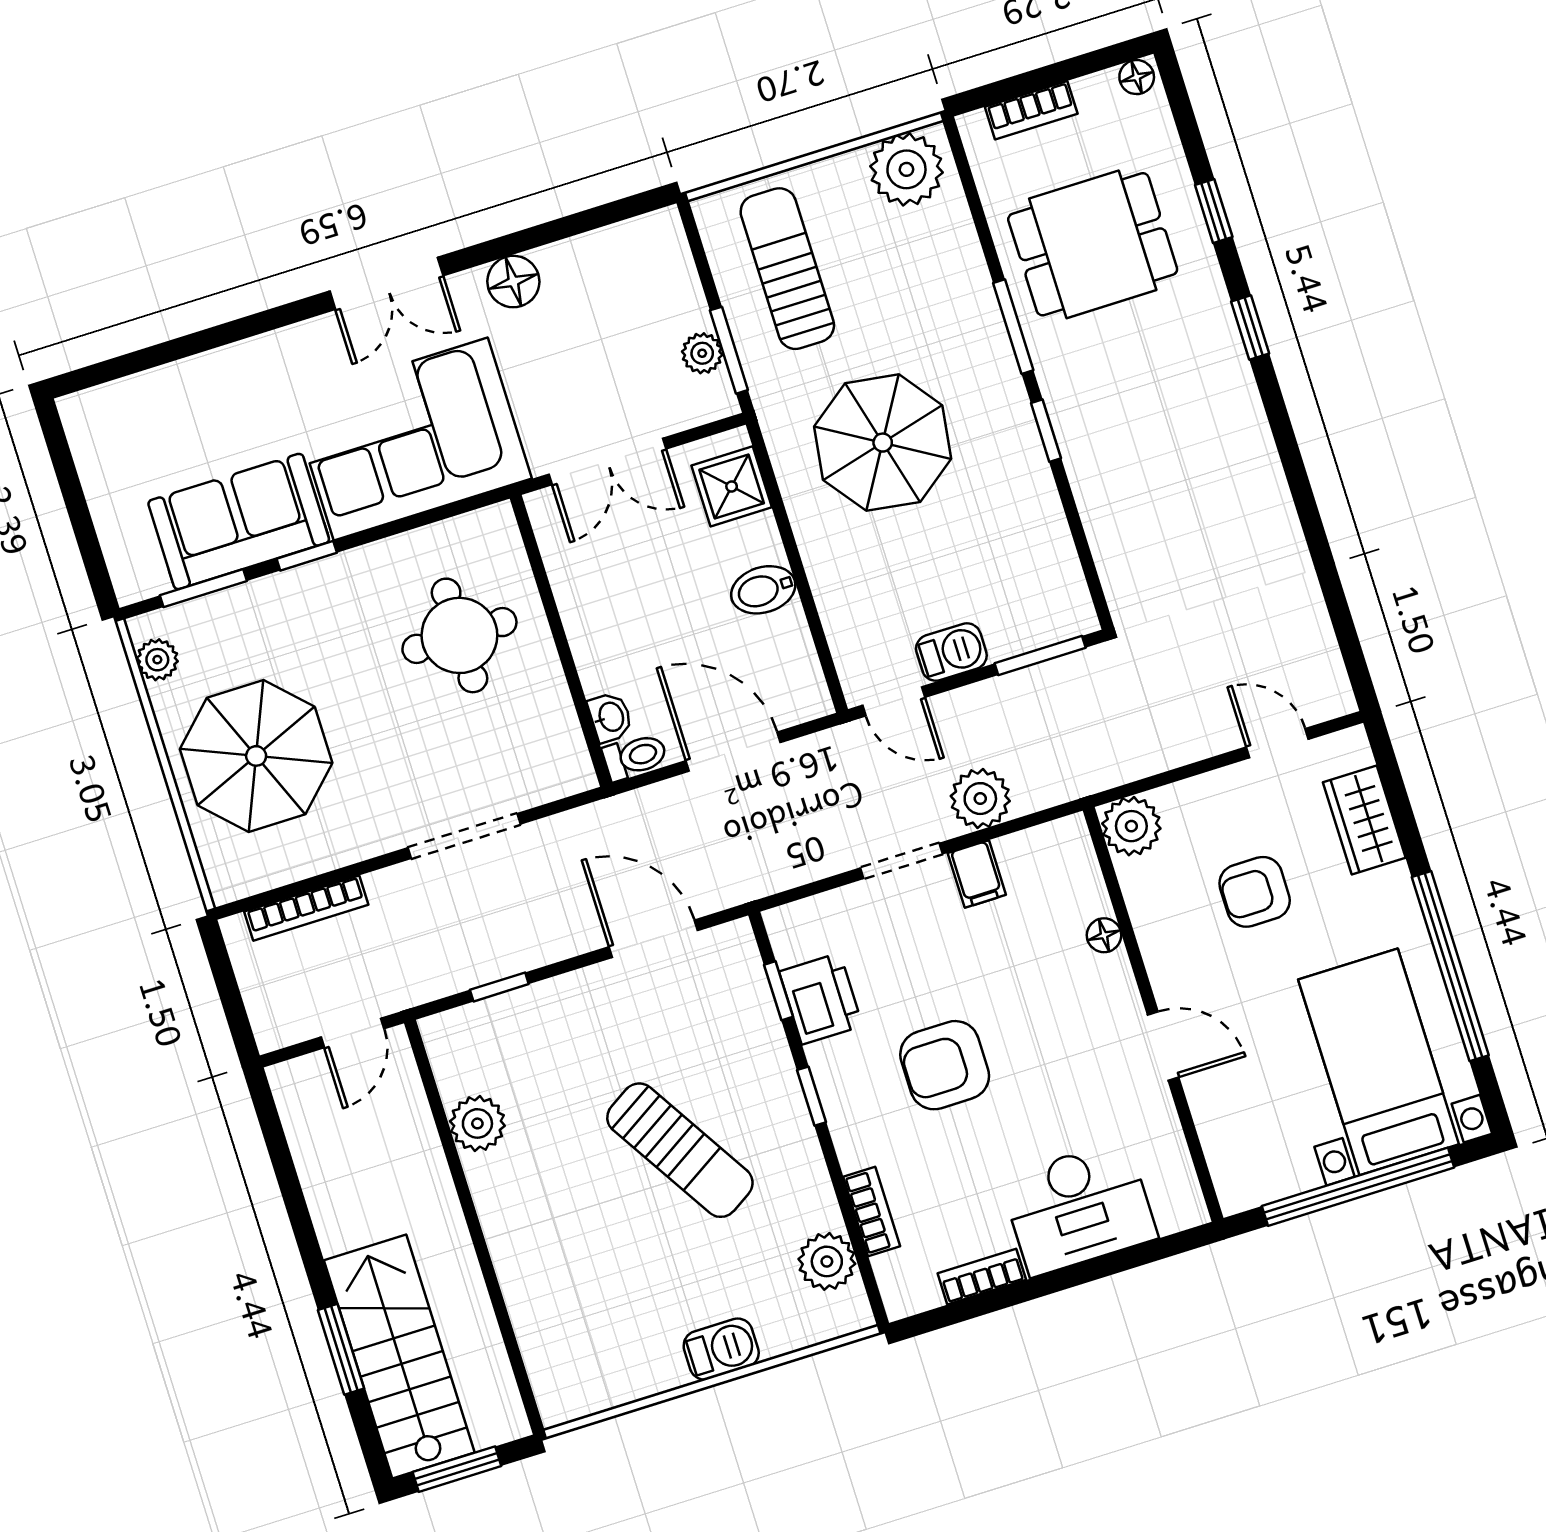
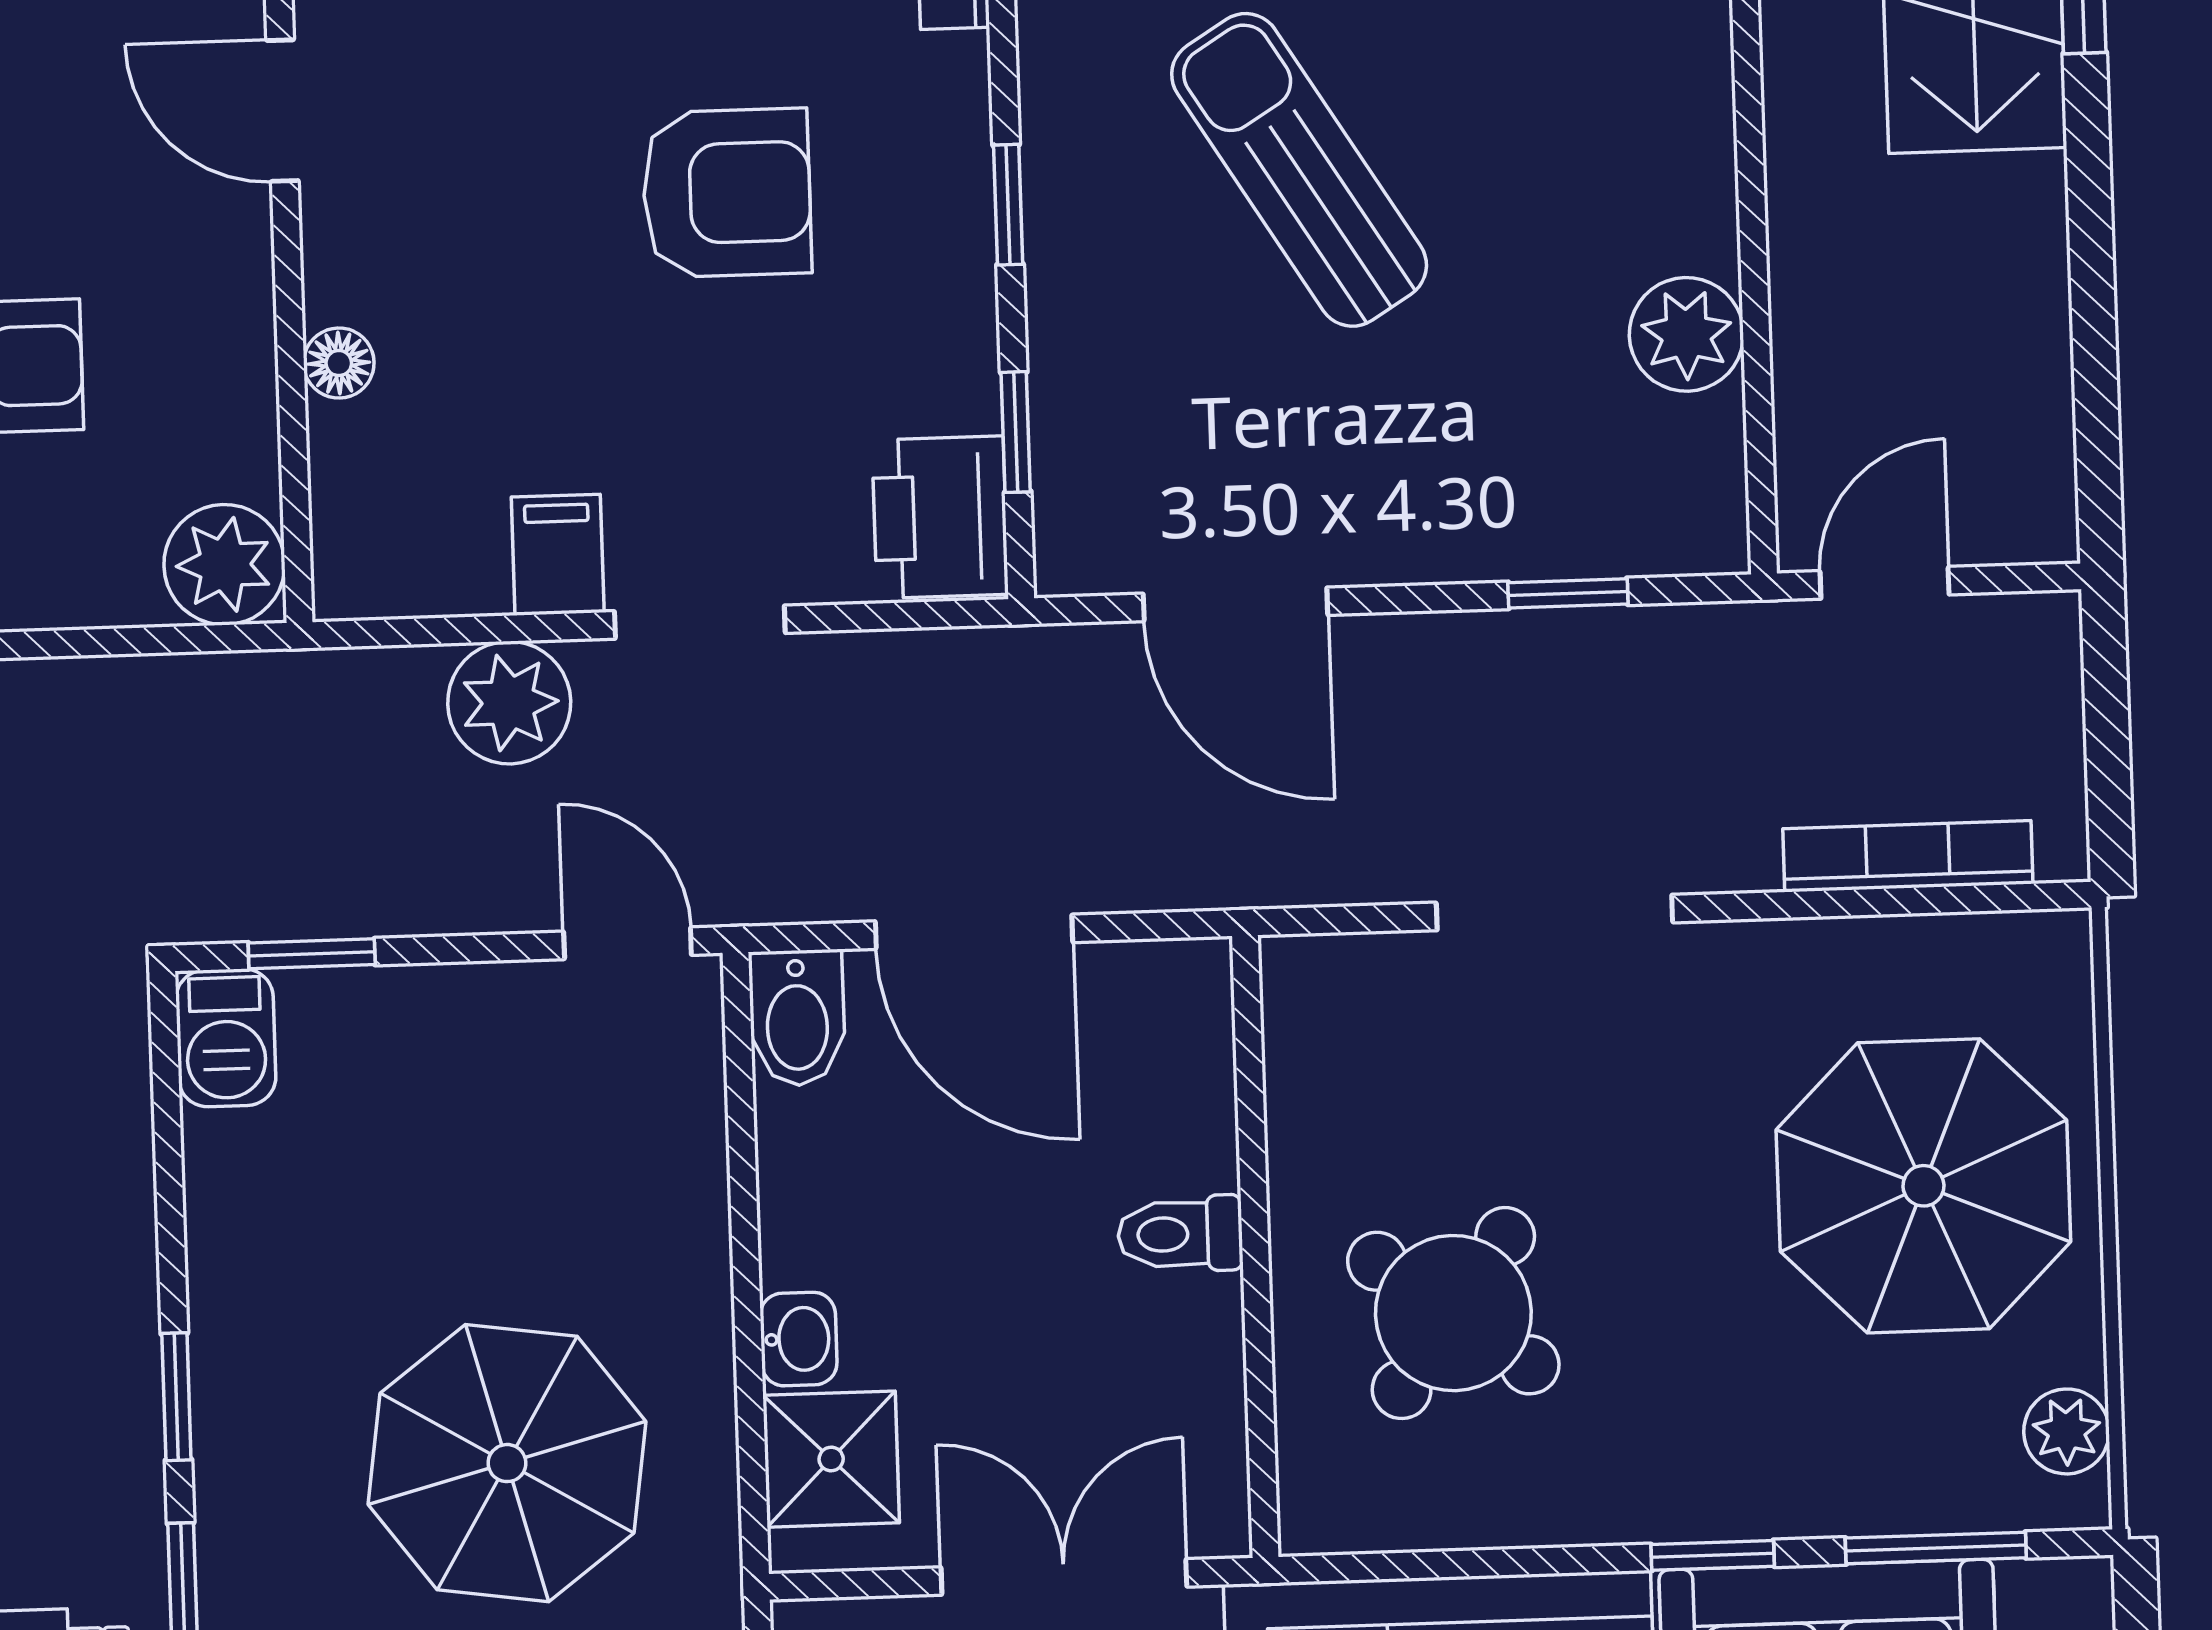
bidet: (763, 590) -> (797, 1018), moved, turned 90
round table: (459, 635) -> (1453, 1313), turned 36
barbecue: (951, 652) -> (226, 1038), moved, turned -90
window: (1040, 655) -> (312, 954), width x0.67
washbasin: (610, 717) -> (799, 1339), moved, turned 180
toilet: (635, 757) -> (1180, 1234), moved
printer: (821, 999) -> (940, 517), moved

